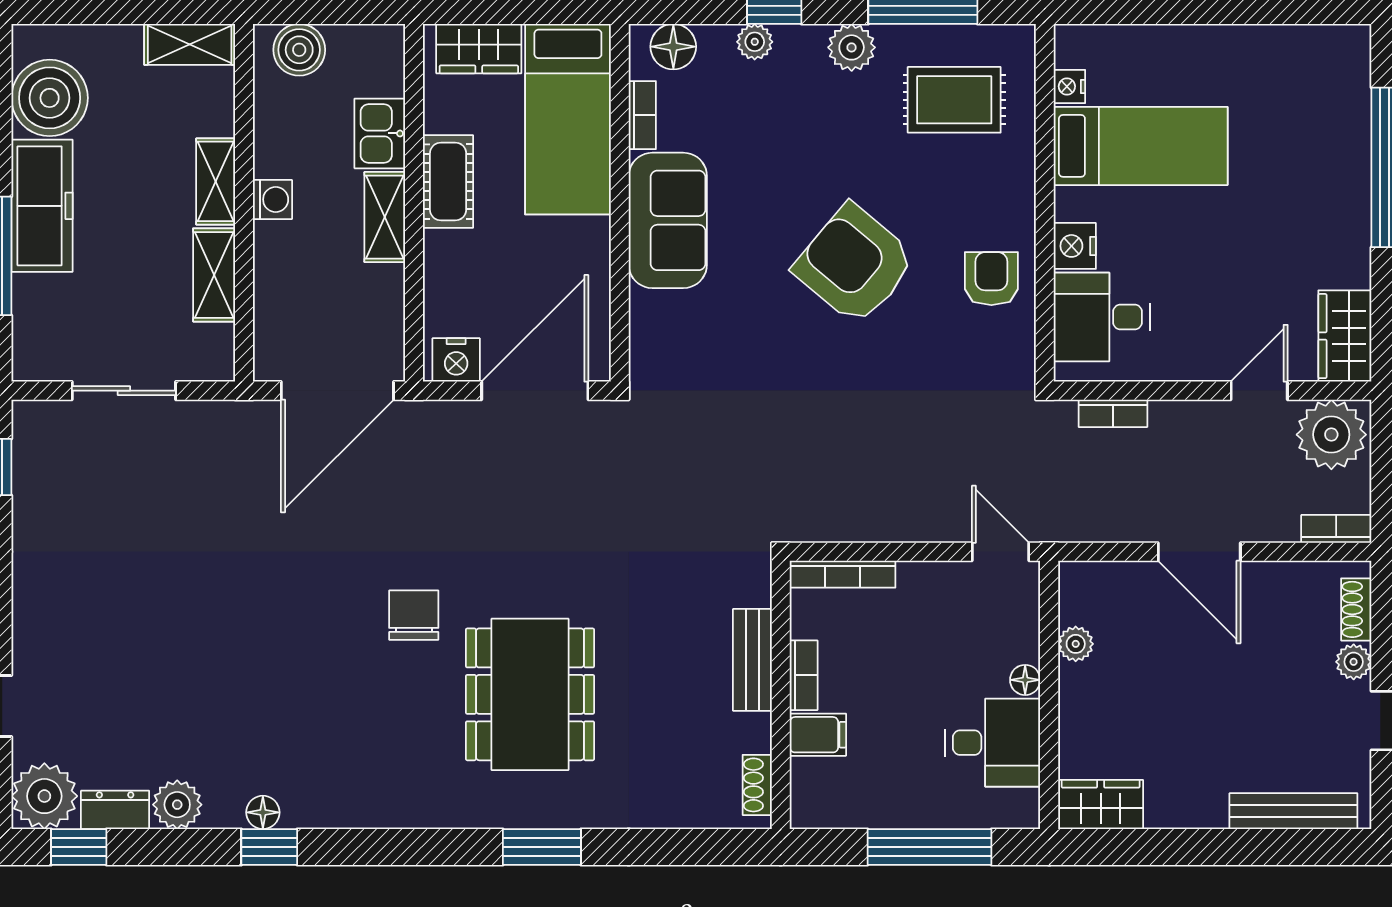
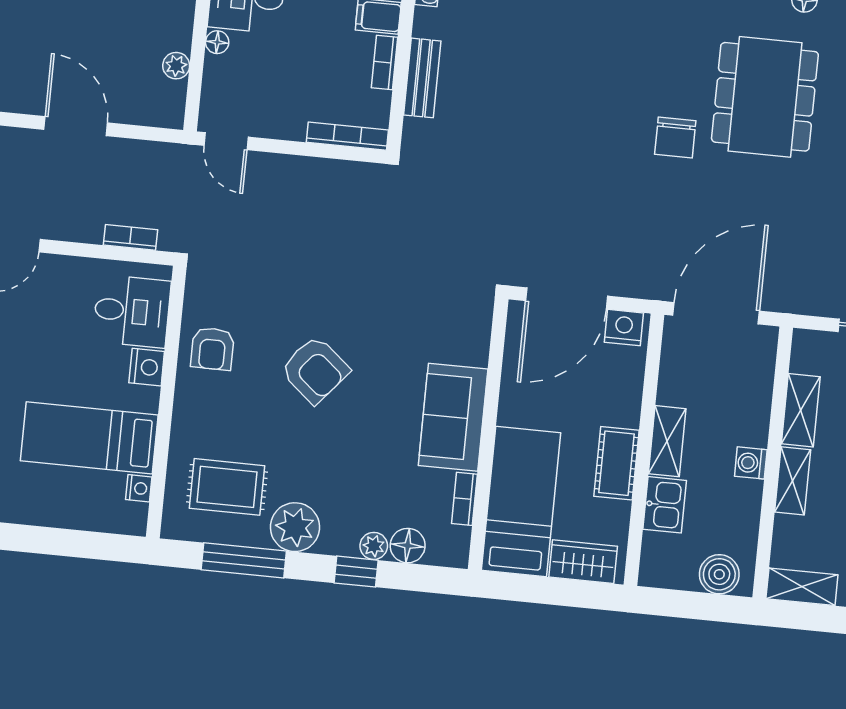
floor lamp: (673, 47) -> (408, 546), moved
plant: (852, 47) -> (295, 527), width x1.36, depth x1.36
armchair: (855, 264) -> (315, 370), width x0.73, depth x0.73
dining table: (530, 694) -> (765, 97), moved

